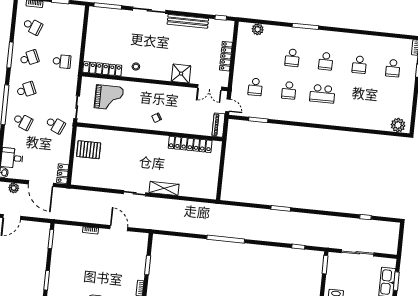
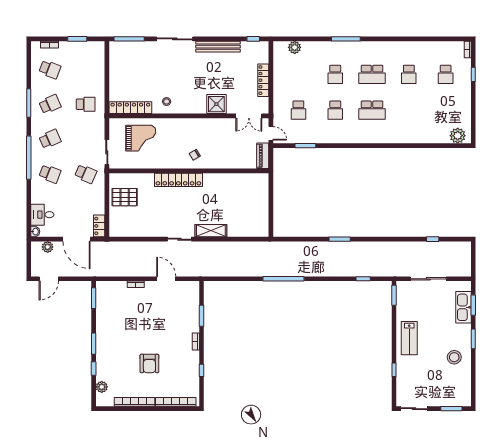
school desk: (326, 61) -> (372, 74), width x1.85
locker: (190, 144) -> (178, 180), moved

